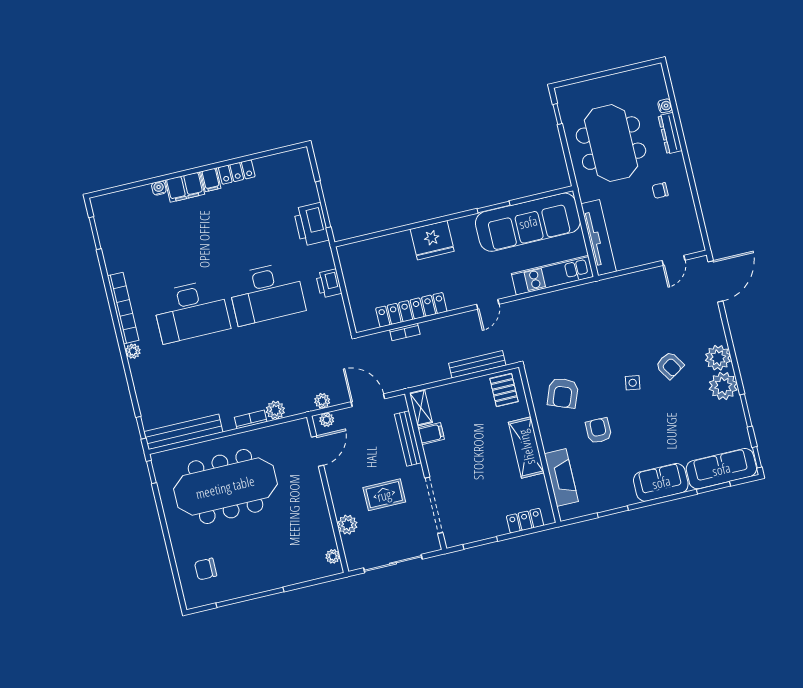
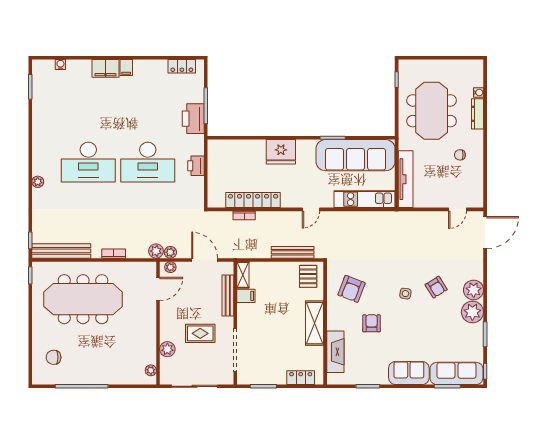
locker: (237, 172) -> (182, 66), moved
water cooler: (159, 188) -> (60, 65), moved
bookcase: (123, 308) -> (38, 148), removed
plant: (275, 410) -> (156, 251), moved

